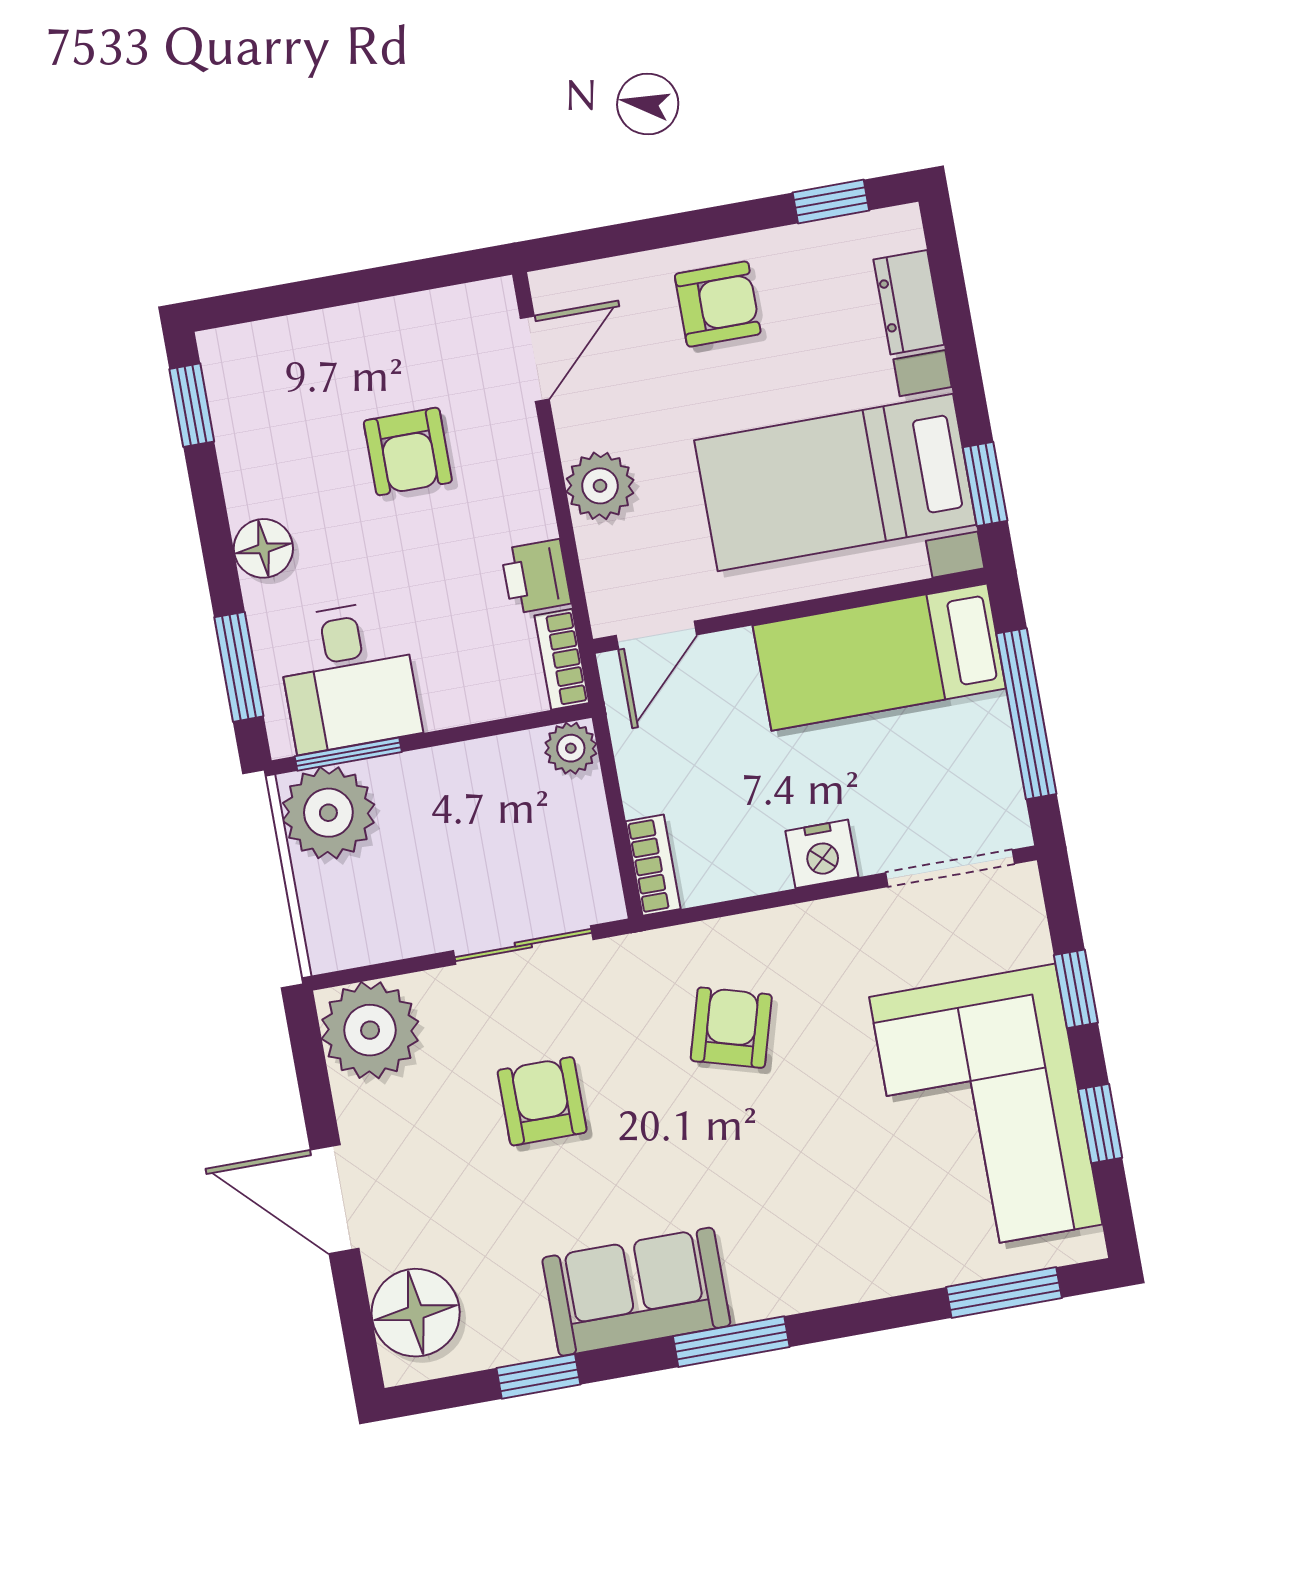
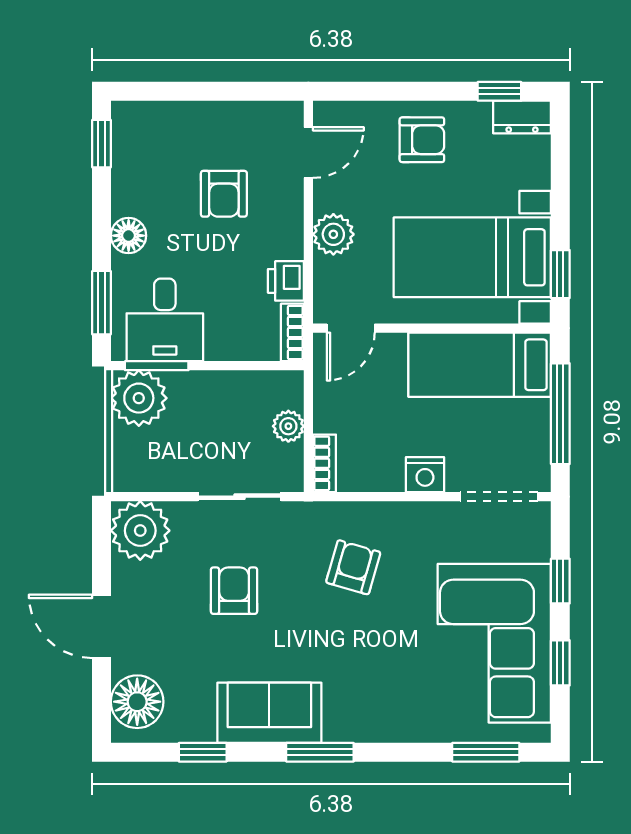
dresser: (909, 302) -> (522, 117), moved, turned -90
plant: (571, 748) -> (288, 426), moved

